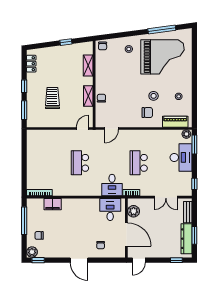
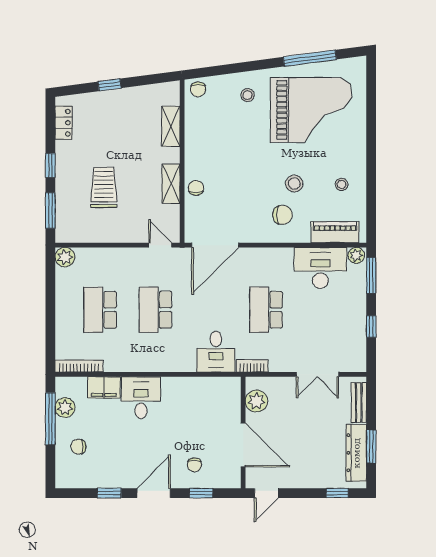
window: (66, 42) -> (110, 85), moved
door: (83, 129) -> (160, 245), hinge flipped
door: (112, 129) -> (215, 245), width x1.87
plant: (32, 135) -> (65, 257), added
desk: (181, 157) -> (320, 268), moved, turned -90
school desk: (51, 163) -> (100, 310), added
window: (194, 184) -> (371, 327), moved
desk: (110, 210) -> (141, 398), moved
plant: (32, 252) -> (65, 407), moved
window: (38, 260) -> (109, 493), moved
door: (79, 260) -> (154, 493), swing flipped
window: (104, 260) -> (201, 493), added

